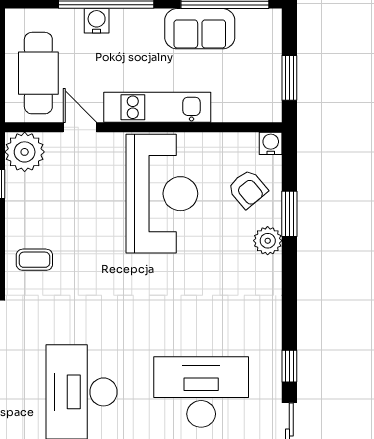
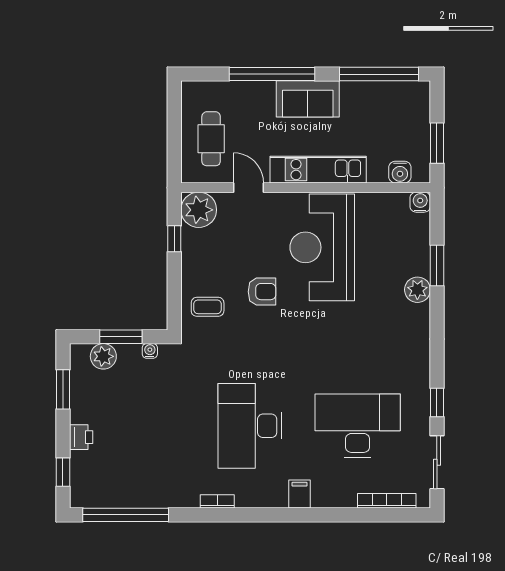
water cooler: (97, 21) -> (400, 172), moved, turned 180
sofa: (200, 29) -> (308, 99), moved
cafe table: (38, 73) -> (211, 139), width x0.73, depth x0.74
armchair: (248, 189) -> (262, 292), moved, turned -50
reception desk: (162, 194) -> (322, 247), turned 180

